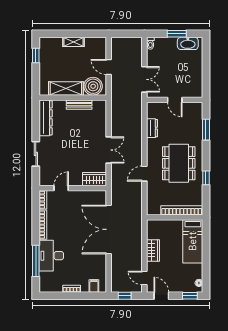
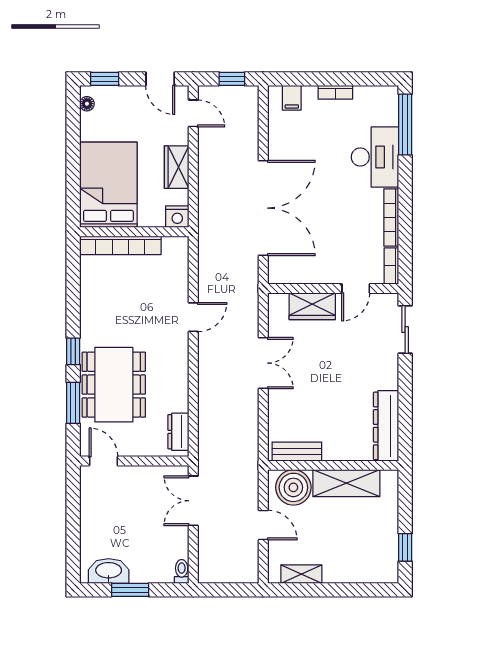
shelving: (74, 42) -> (301, 574), moved
door: (175, 100) -> (104, 461), moved
bench: (79, 105) -> (297, 452), moved
dresser: (152, 128) -> (178, 432), moved
double door: (109, 150) -> (263, 363), swing flipped
sliding door: (36, 154) -> (405, 330), moved
dining table: (179, 163) -> (114, 385), moved
window: (206, 178) -> (73, 351), moved
wardrobe: (95, 179) -> (312, 306), moved
nightstand: (153, 225) -> (177, 217), added
bed: (193, 241) -> (108, 185), width x1.50
window: (36, 261) -> (405, 125), moved

